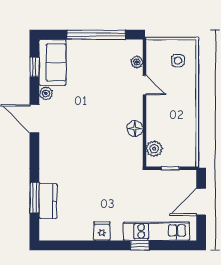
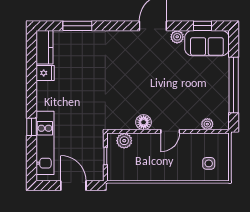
door: (145, 85) -> (170, 131), moved
kitchen counter: (48, 201) -> (44, 47), moved, turned -90
fridge: (102, 231) -> (45, 73), moved

